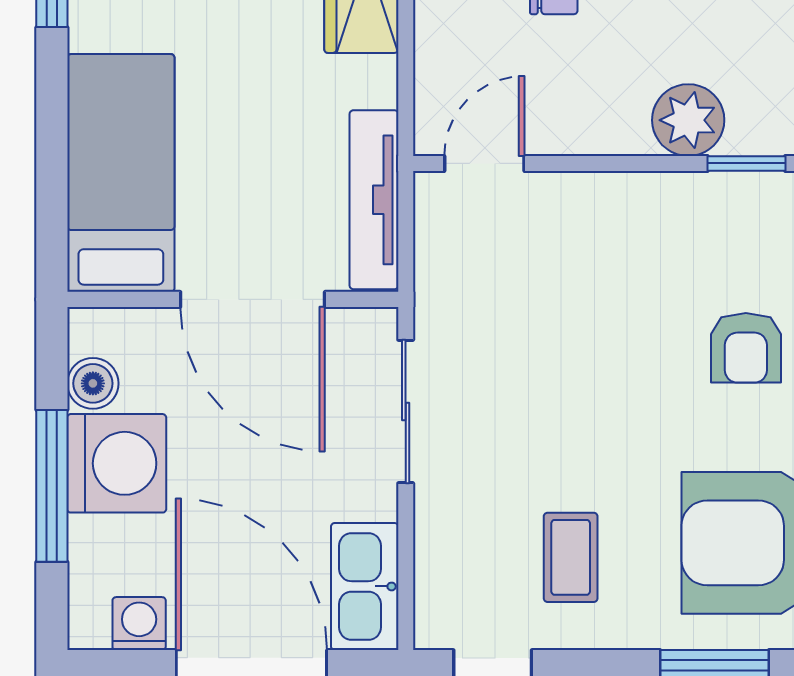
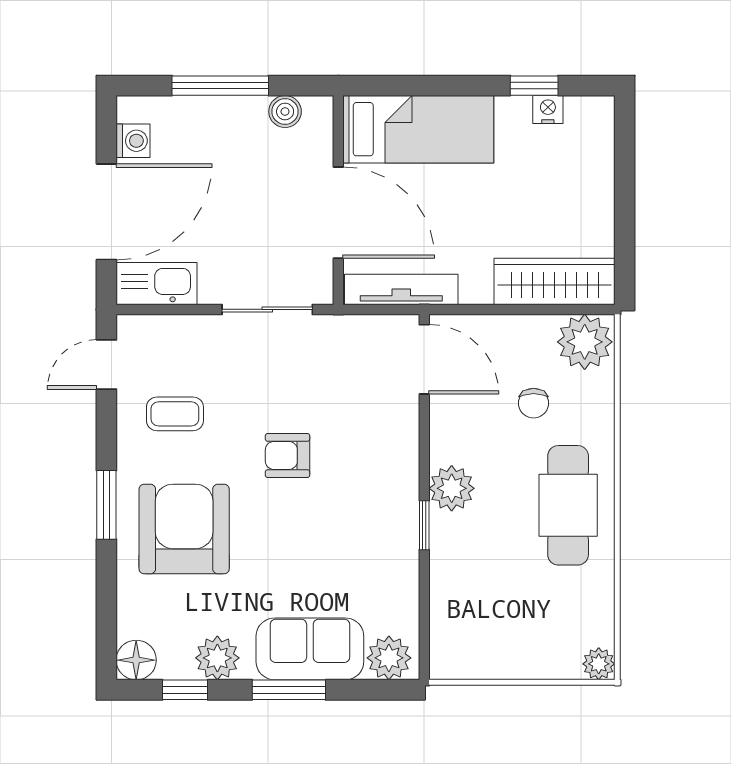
door: (484, 163) -> (424, 359), width x1.38
door: (253, 299) -> (338, 213), swing flipped
armchair: (746, 348) -> (288, 455), moved
washing machine: (117, 463) -> (234, 127), removed

